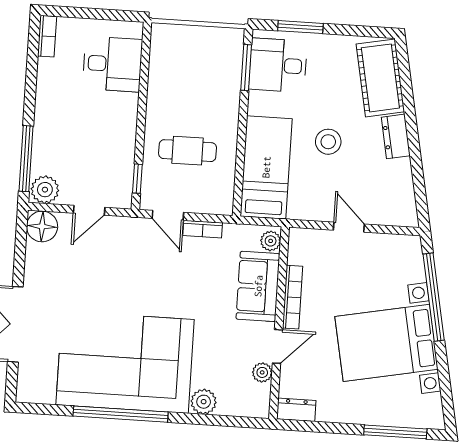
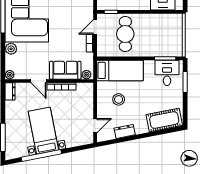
dresser: (396, 136) -> (125, 131), moved
stool: (328, 142) -> (119, 99), moved
cafe table: (188, 151) -> (125, 34), width x1.37, depth x1.35
door: (349, 227) -> (95, 126), moved
window: (434, 297) -> (41, 156), moved
bed with nightstands: (386, 343) -> (43, 131), width x0.73
plant: (262, 372) -> (10, 75), moved

